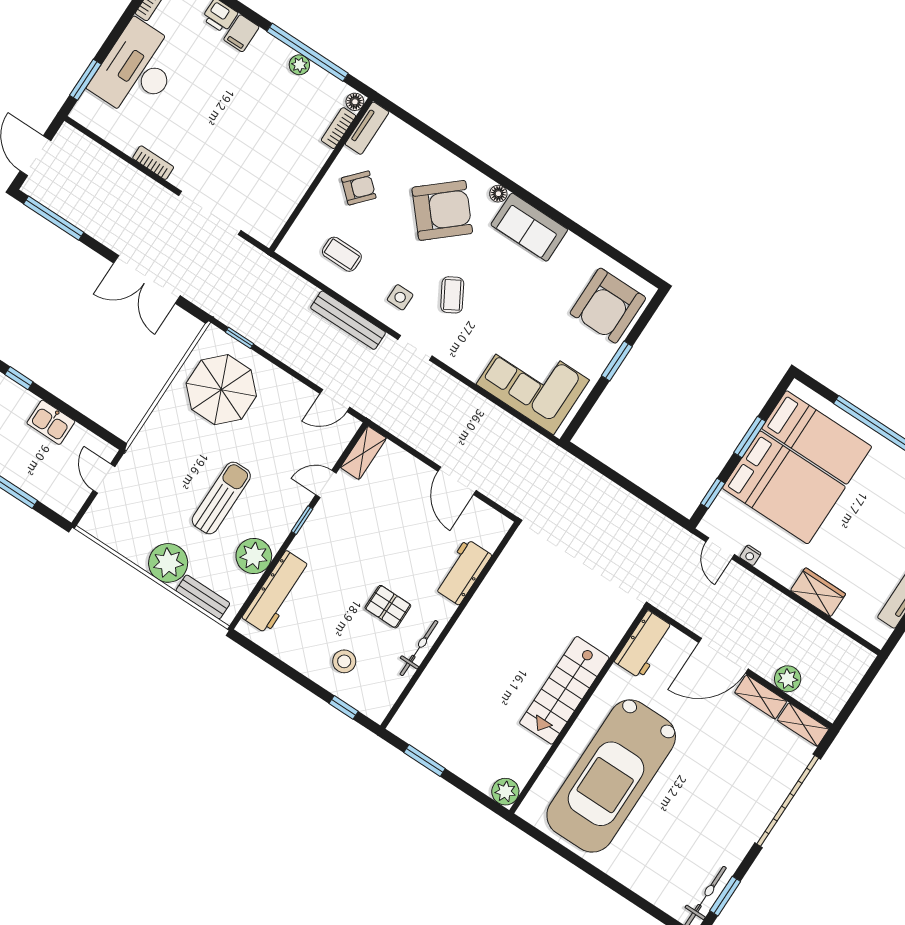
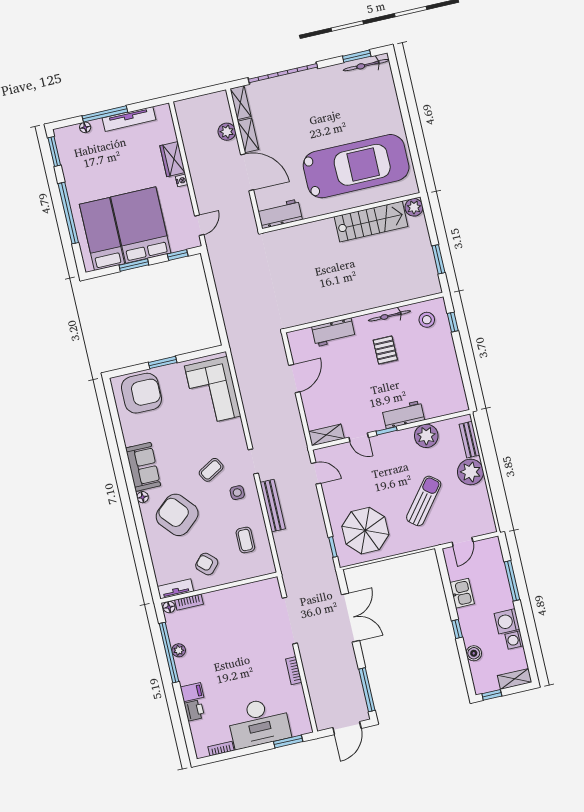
sun lounger: (221, 498) -> (424, 501), moved, turned 128
nightstand: (750, 555) -> (182, 180), moved
workbench: (277, 592) -> (403, 415), moved, width x0.73
stool: (344, 661) -> (427, 320), moved
stairs: (564, 690) -> (371, 222), moved

